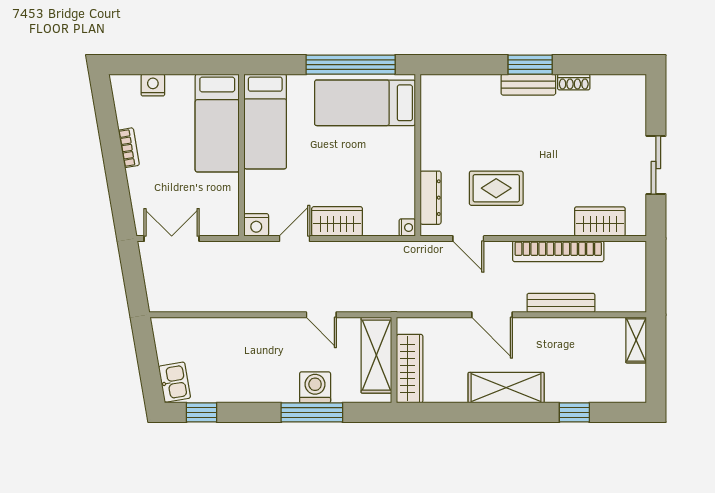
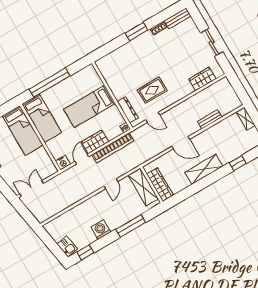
window: (351, 65) -> (50, 82), moved
bench: (528, 85) -> (177, 18), moved
bed: (365, 103) -> (90, 106), moved
bookcase: (558, 251) -> (113, 148), moved
bench: (561, 303) -> (210, 119), width x0.73
door: (321, 315) -> (111, 184), hinge flipped
washing machine: (315, 387) -> (101, 230), moved

